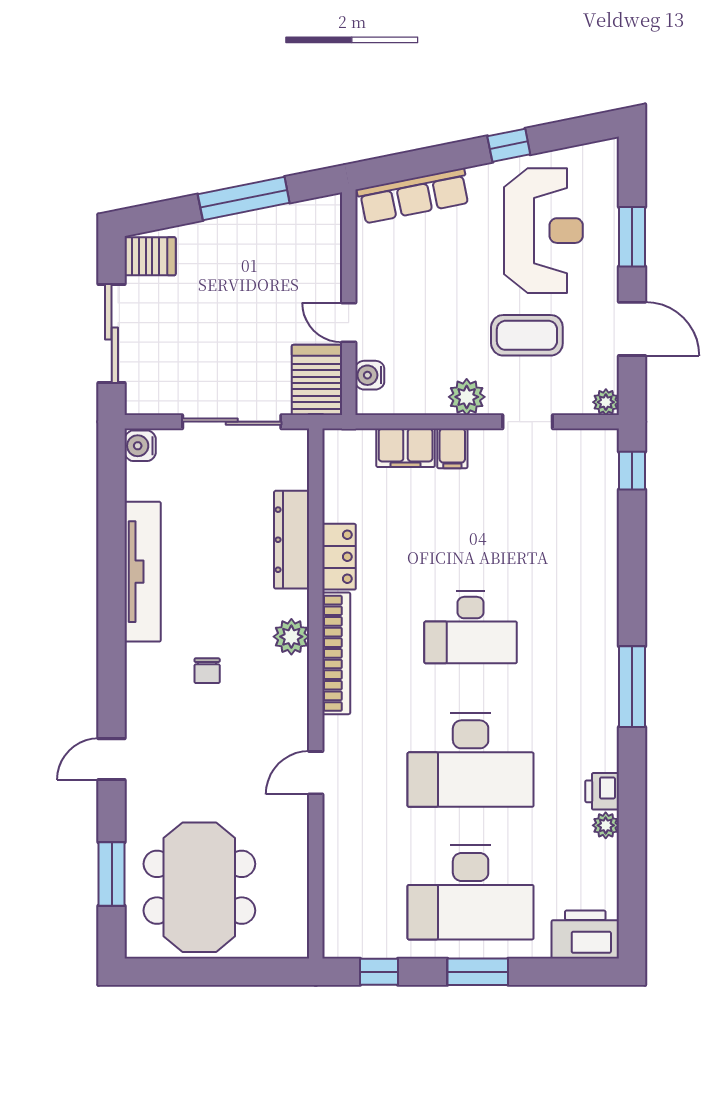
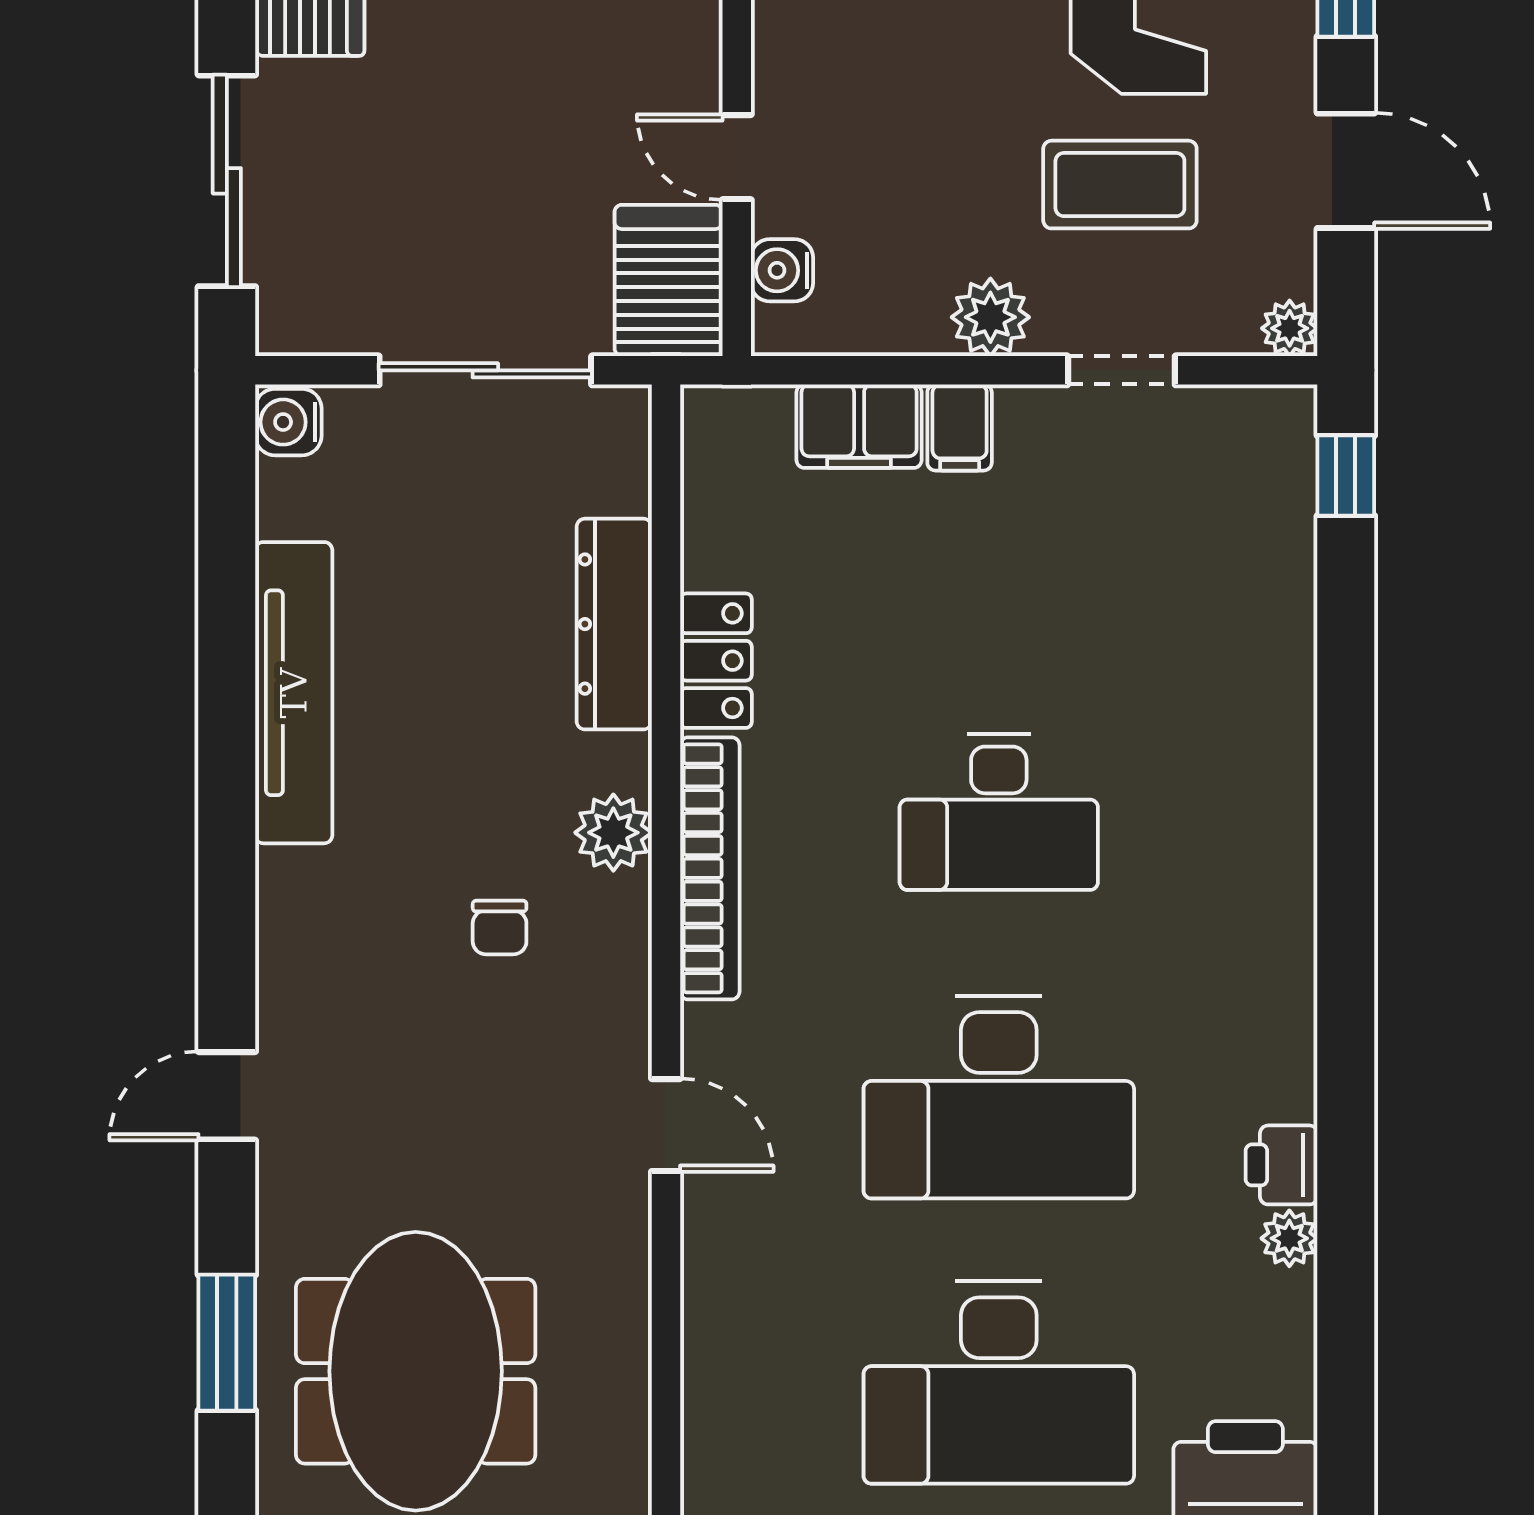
chair: (207, 671) -> (500, 928), moved
window: (632, 687) -> (1346, 940), removed
door: (316, 773) -> (666, 1125), swing flipped

